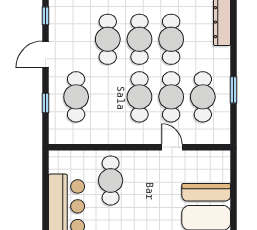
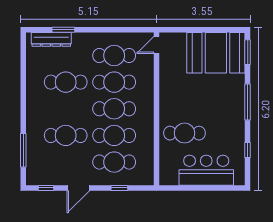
cafe table: (139, 39) -> (114, 135), moved
door: (45, 54) -> (78, 188), hinge flipped
window: (234, 90) -> (63, 30), moved
door: (172, 147) -> (157, 45), moved

